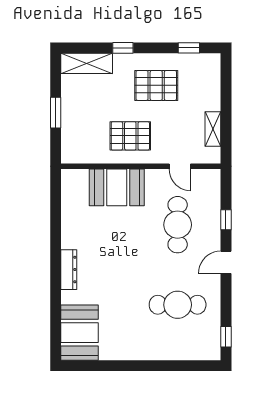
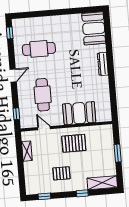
pallet: (156, 85) -> (61, 173), width x0.67, depth x0.71
window: (226, 220) -> (16, 114), moved

